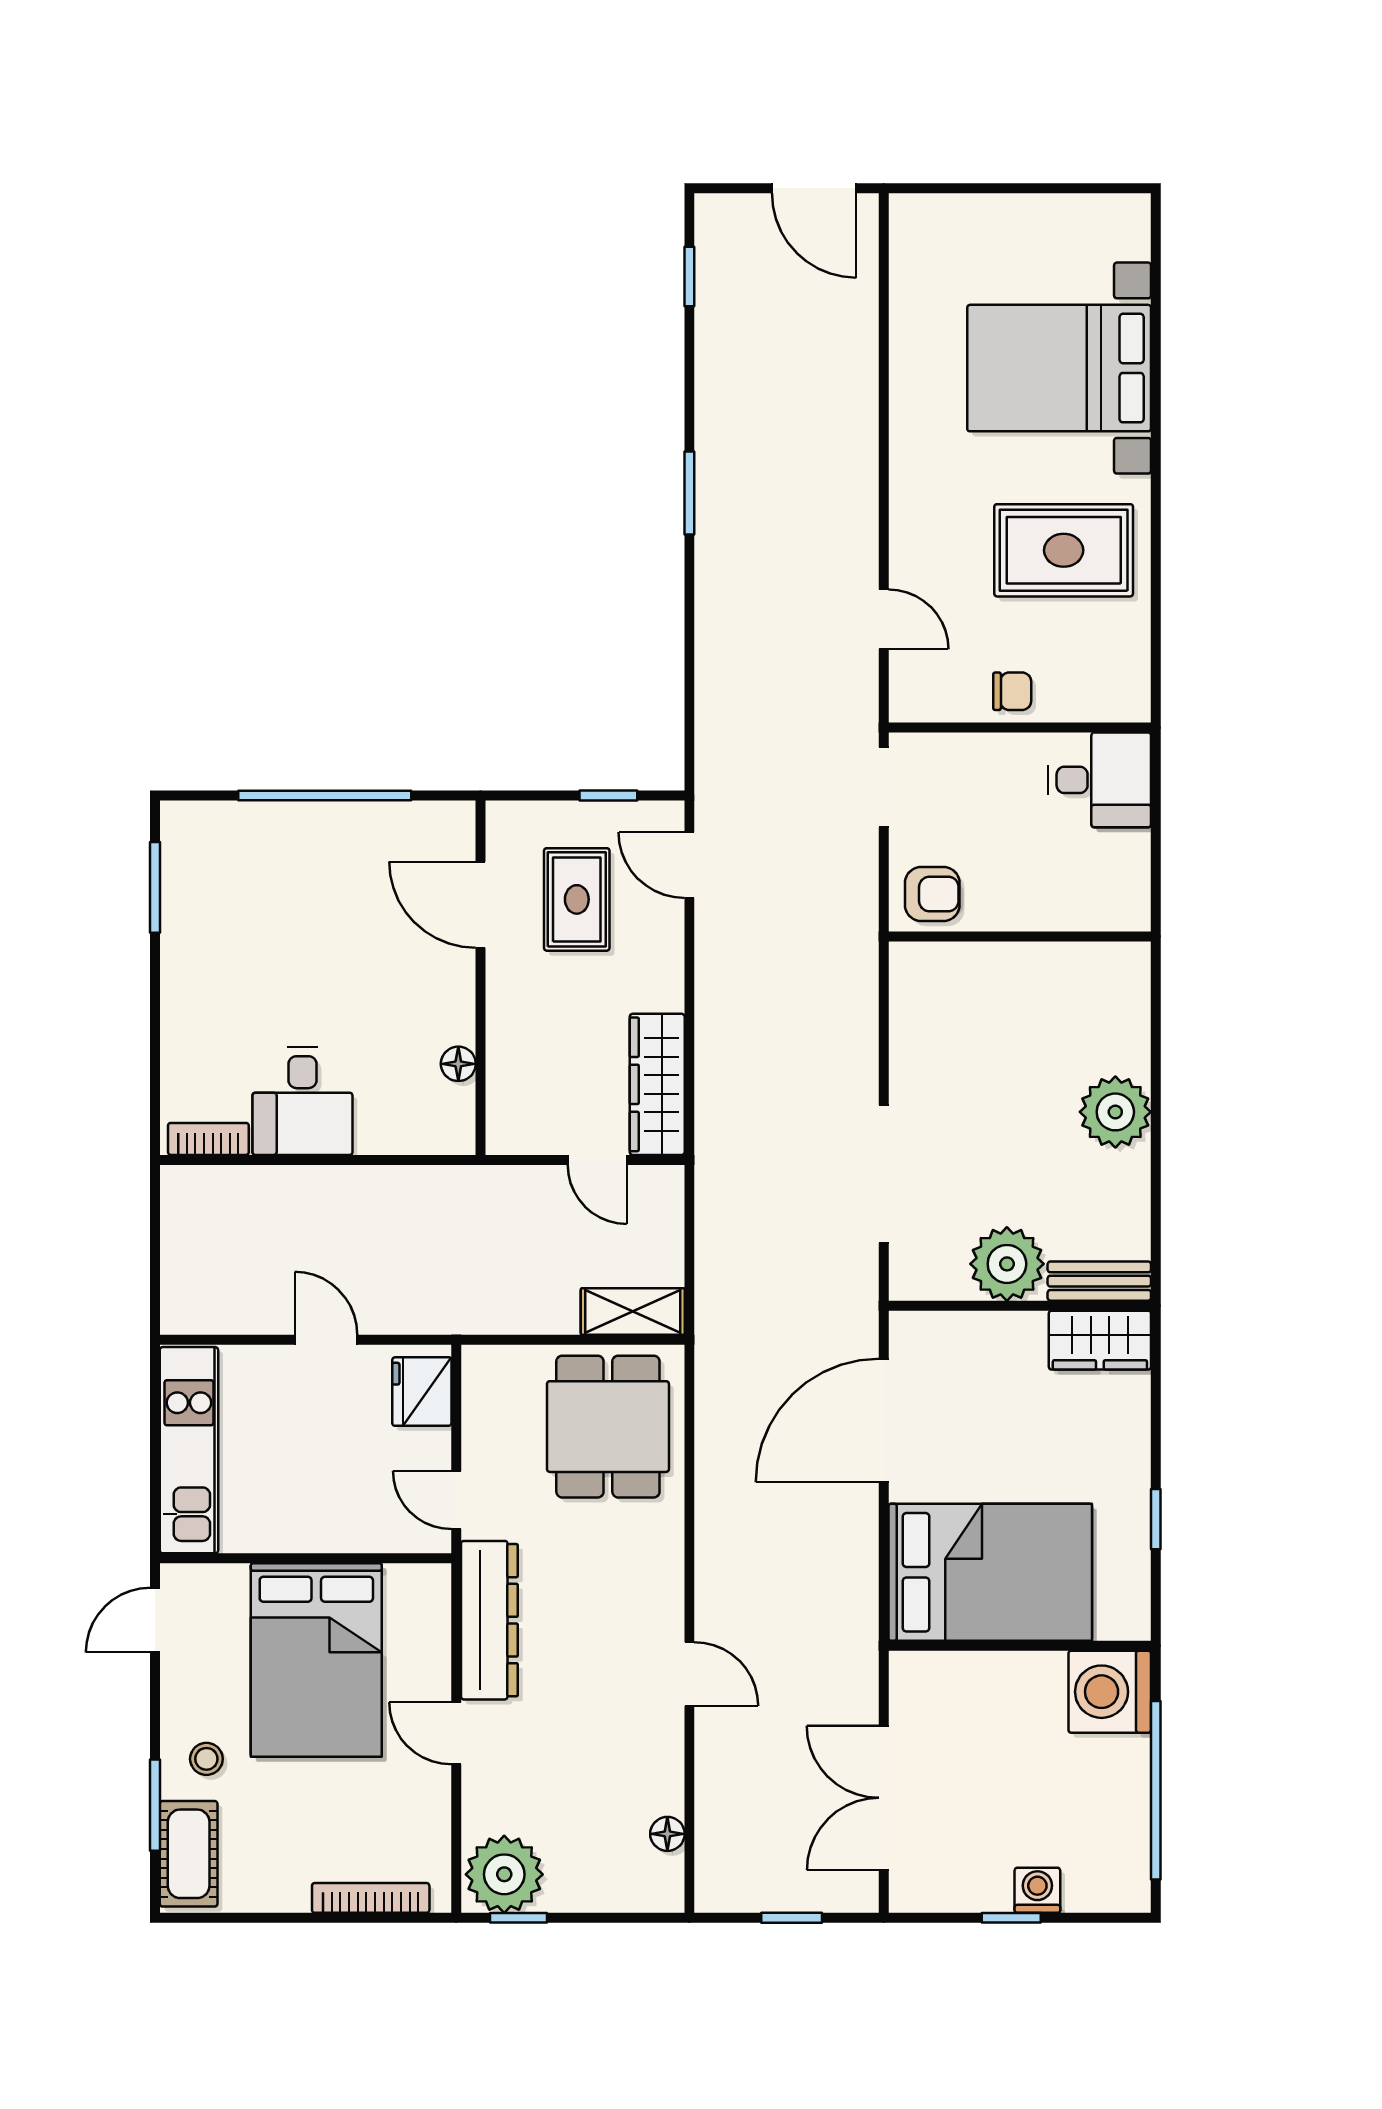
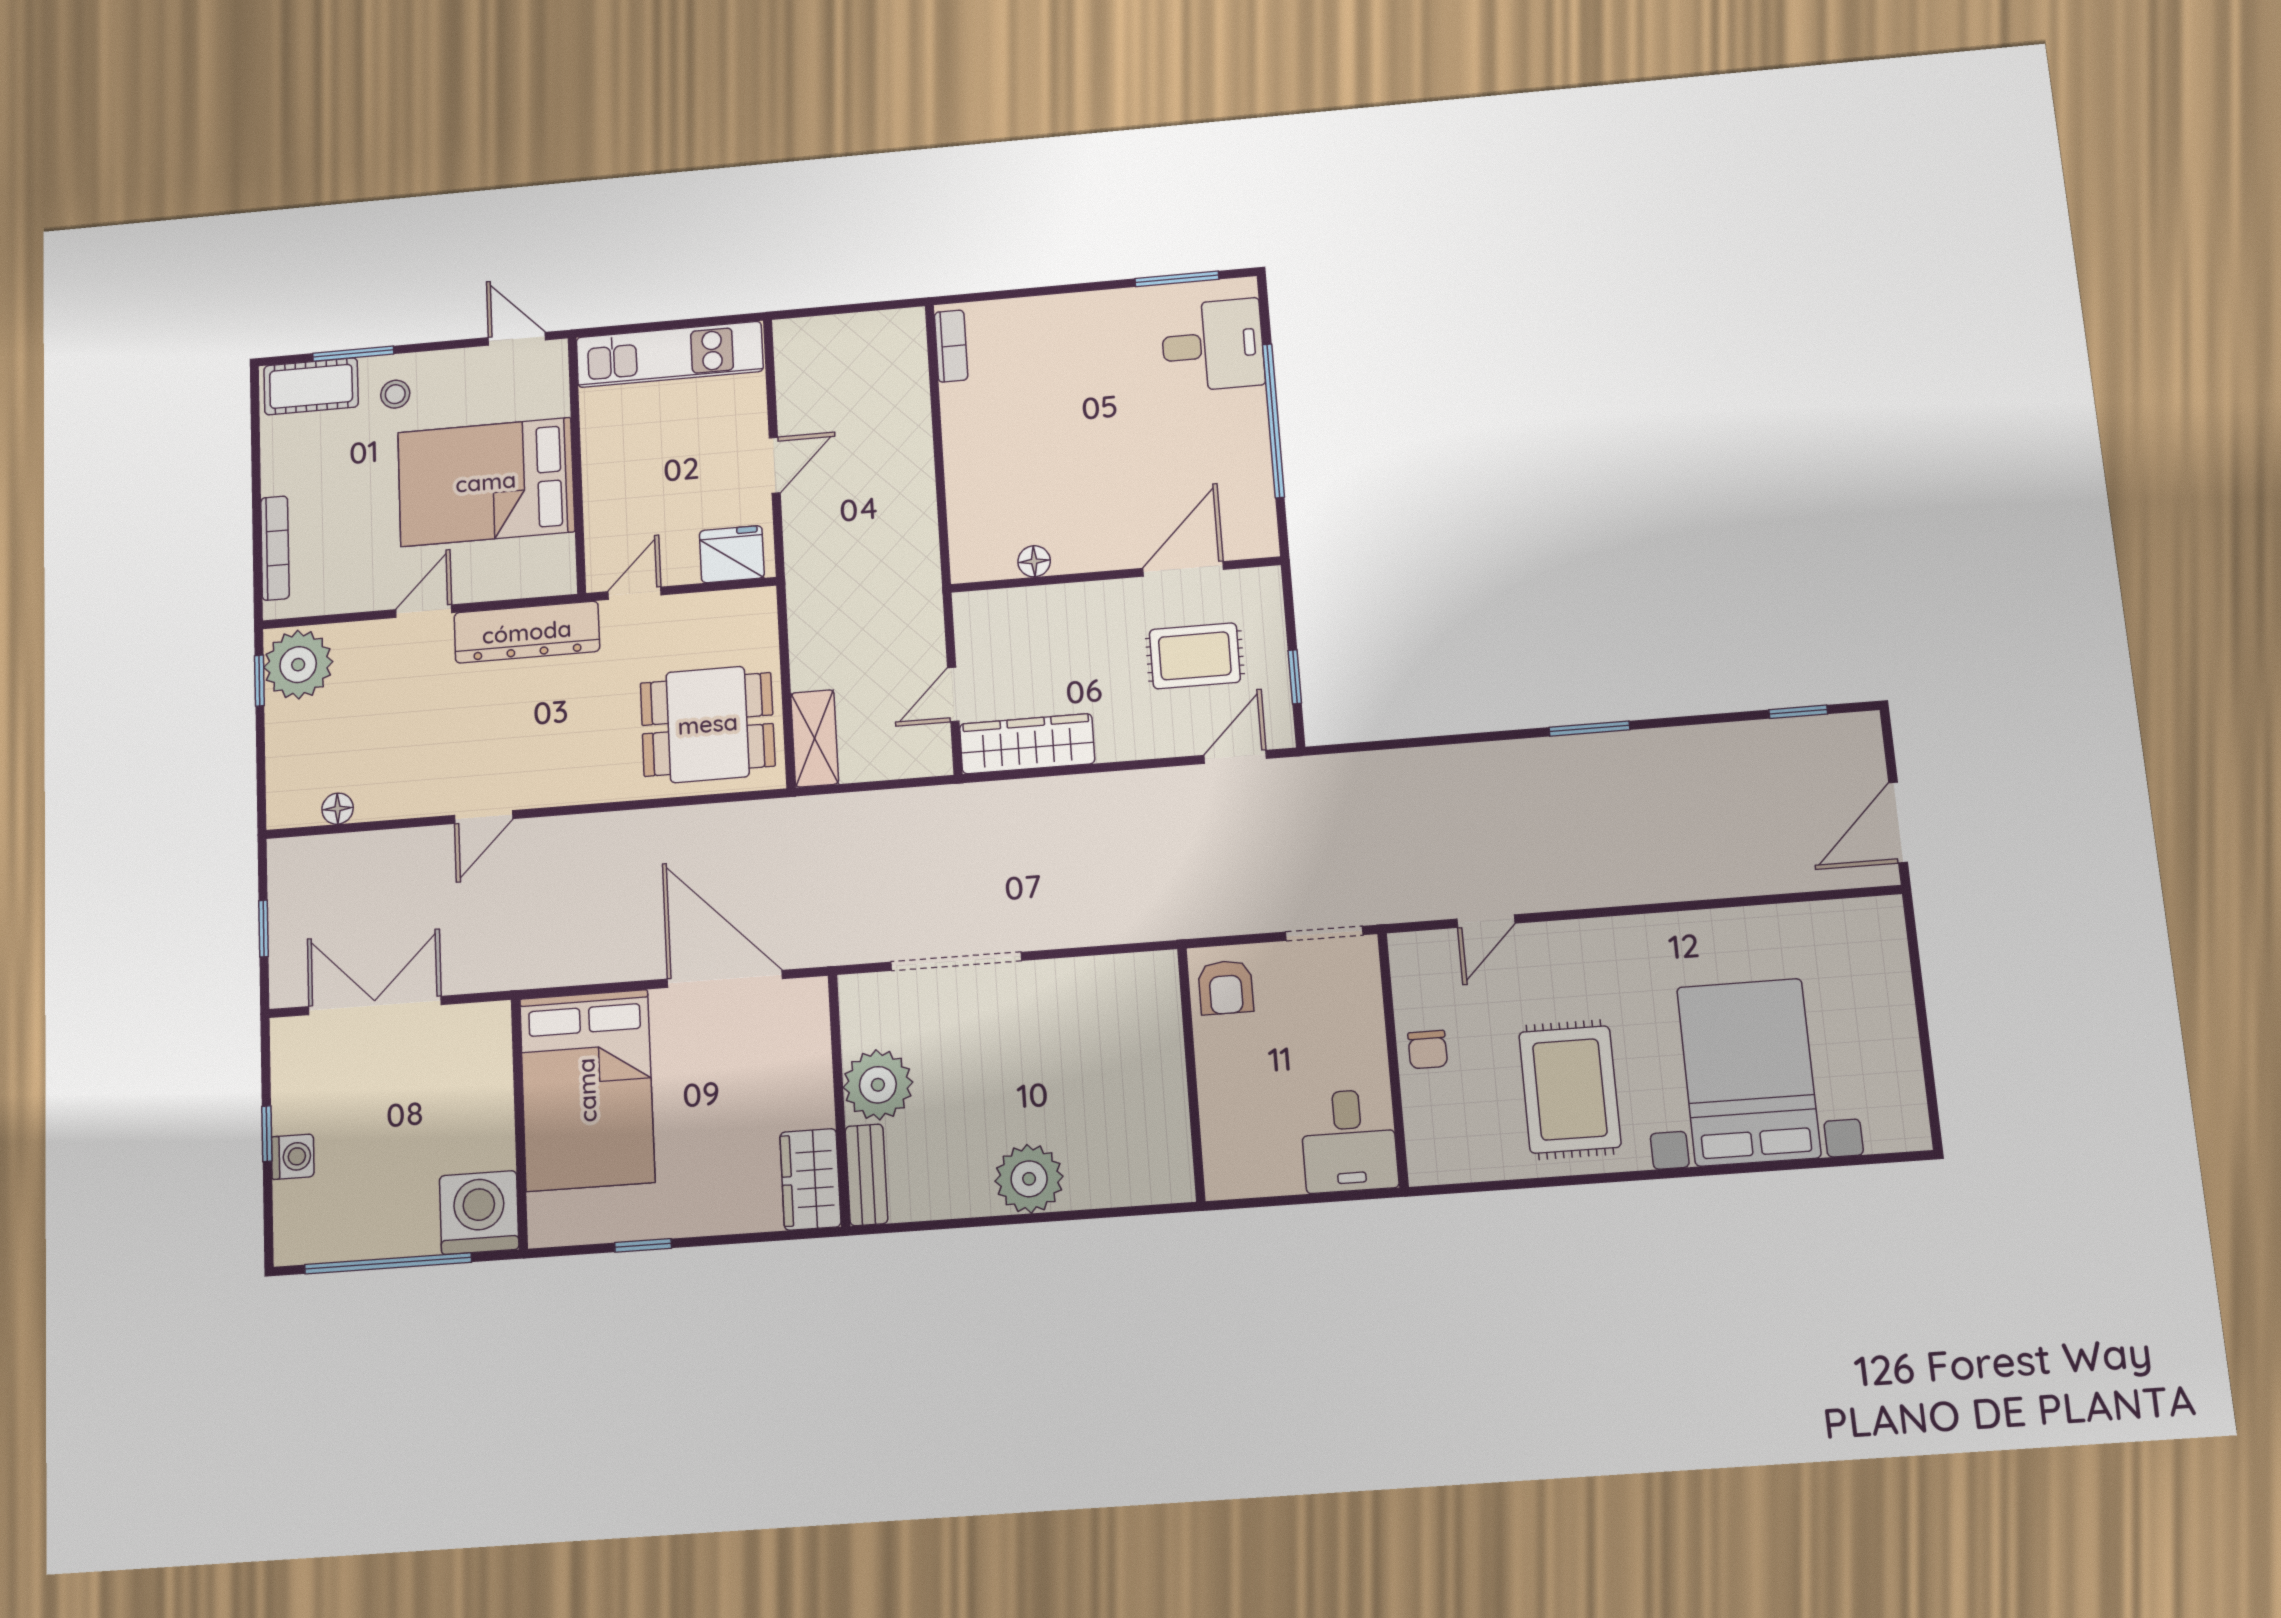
desk: (302, 1101) -> (1213, 345), moved, turned 180

